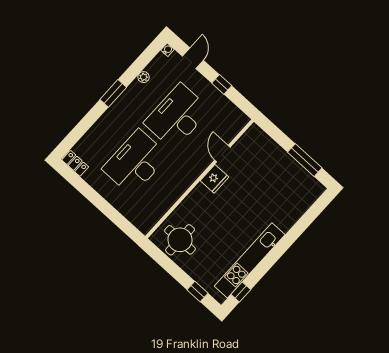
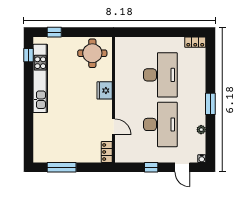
locker: (250, 136) -> (107, 152), added
fridge: (215, 179) -> (105, 90), moved

